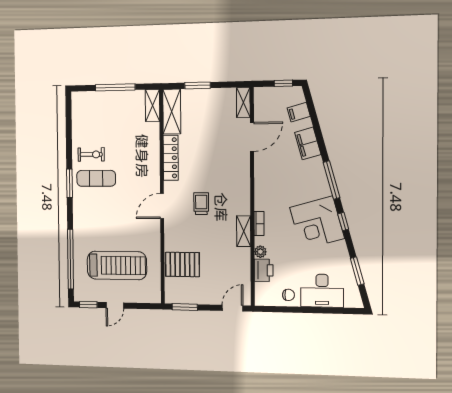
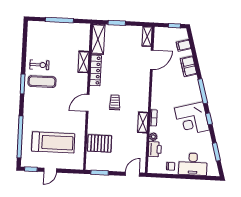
shelving: (152, 106) -> (83, 62), moved

